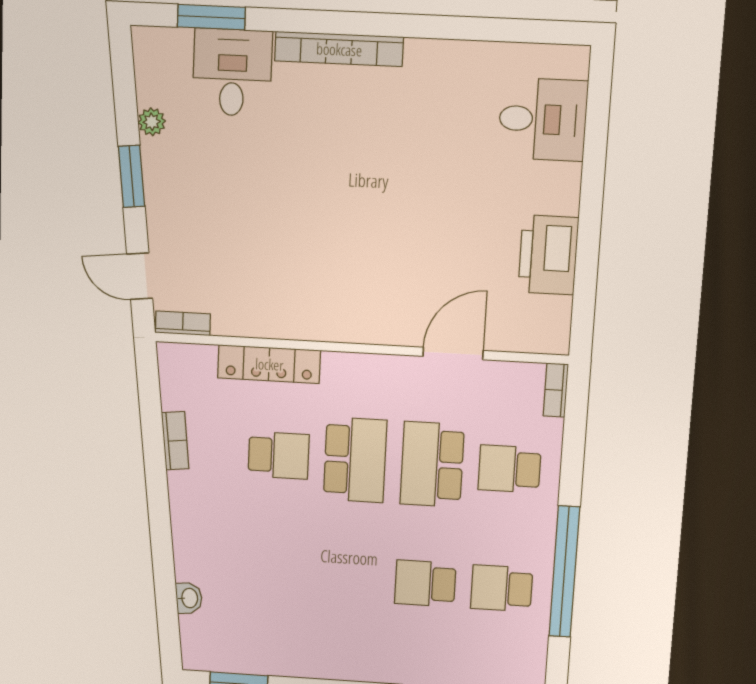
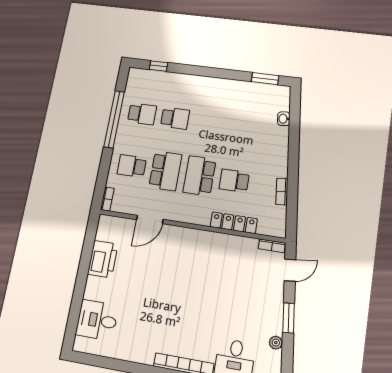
door: (140, 276) -> (290, 270), hinge flipped
school desk: (509, 469) -> (132, 166), turned 180

